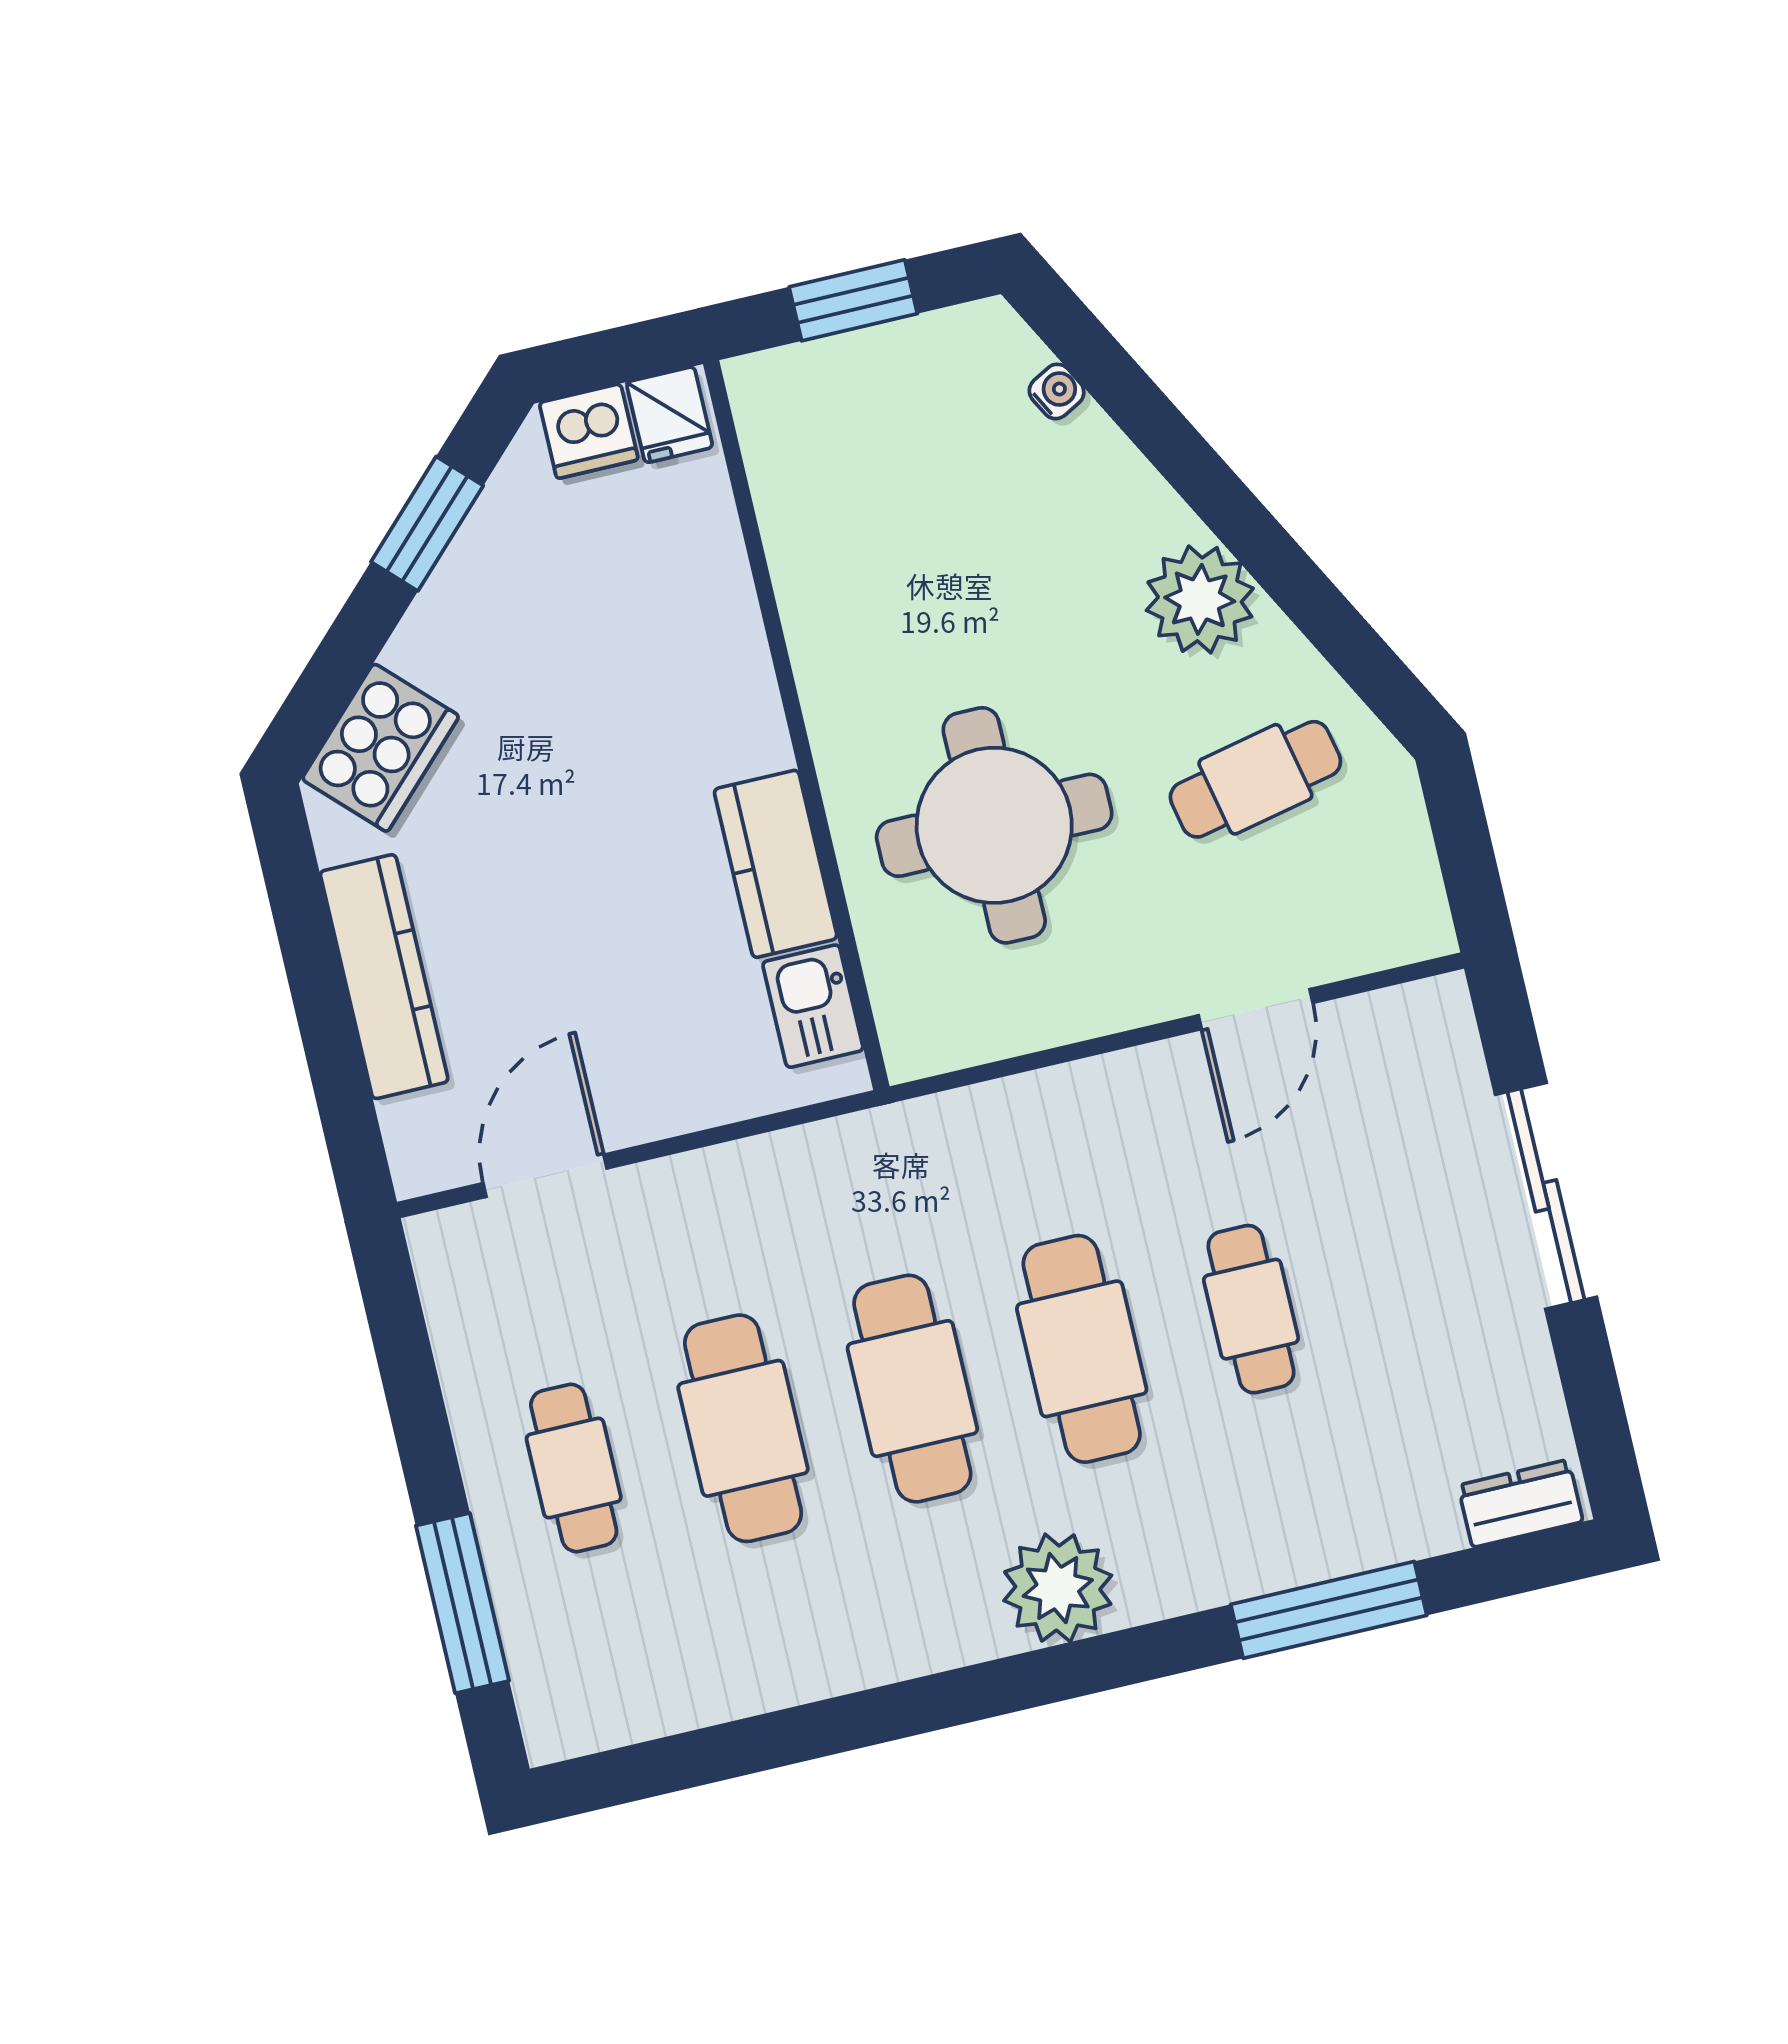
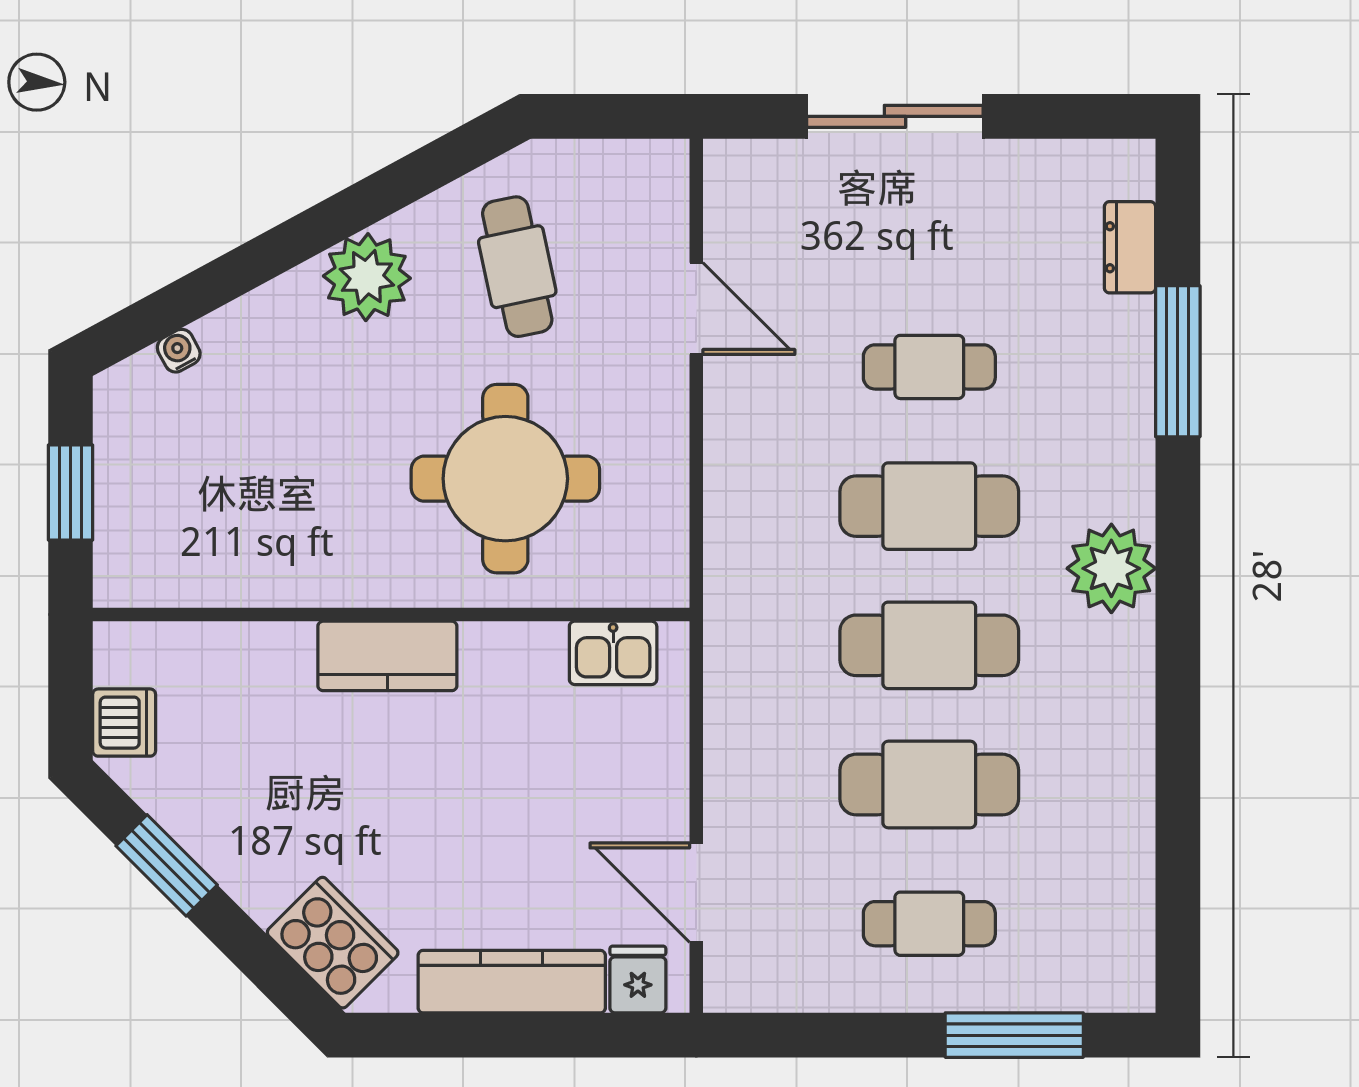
fridge: (670, 415) -> (638, 979), moved, turned -90
kitchen counter: (776, 864) -> (387, 656), moved
dresser: (1520, 1503) -> (1130, 247), moved

